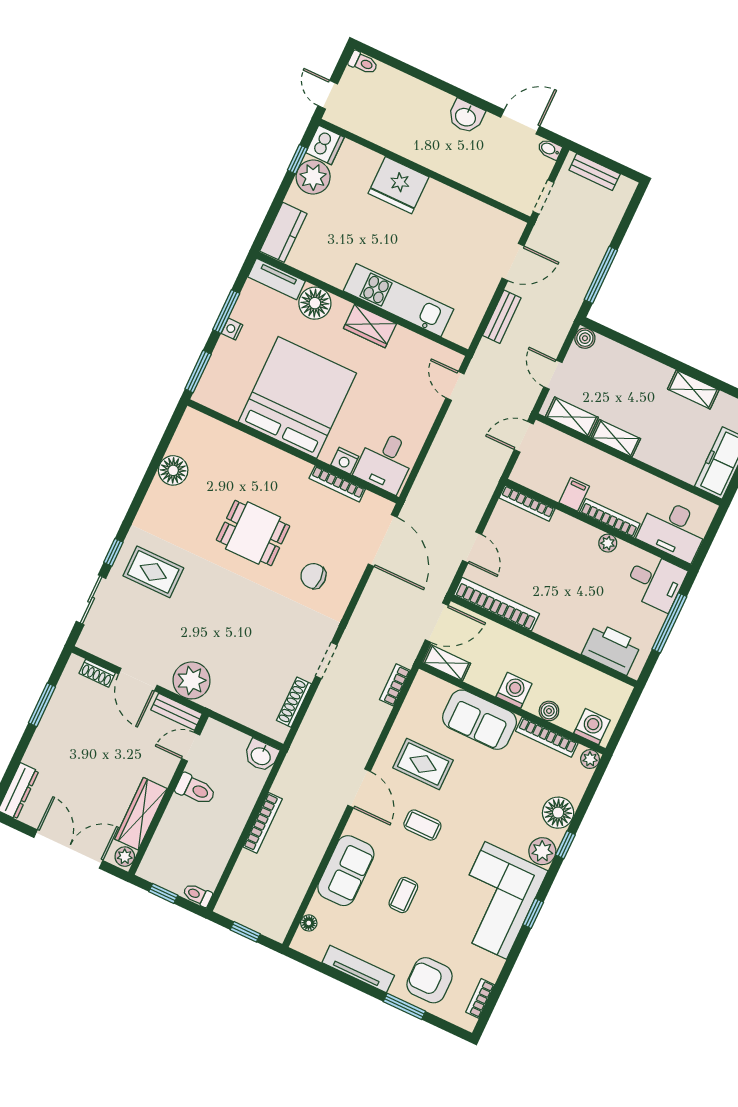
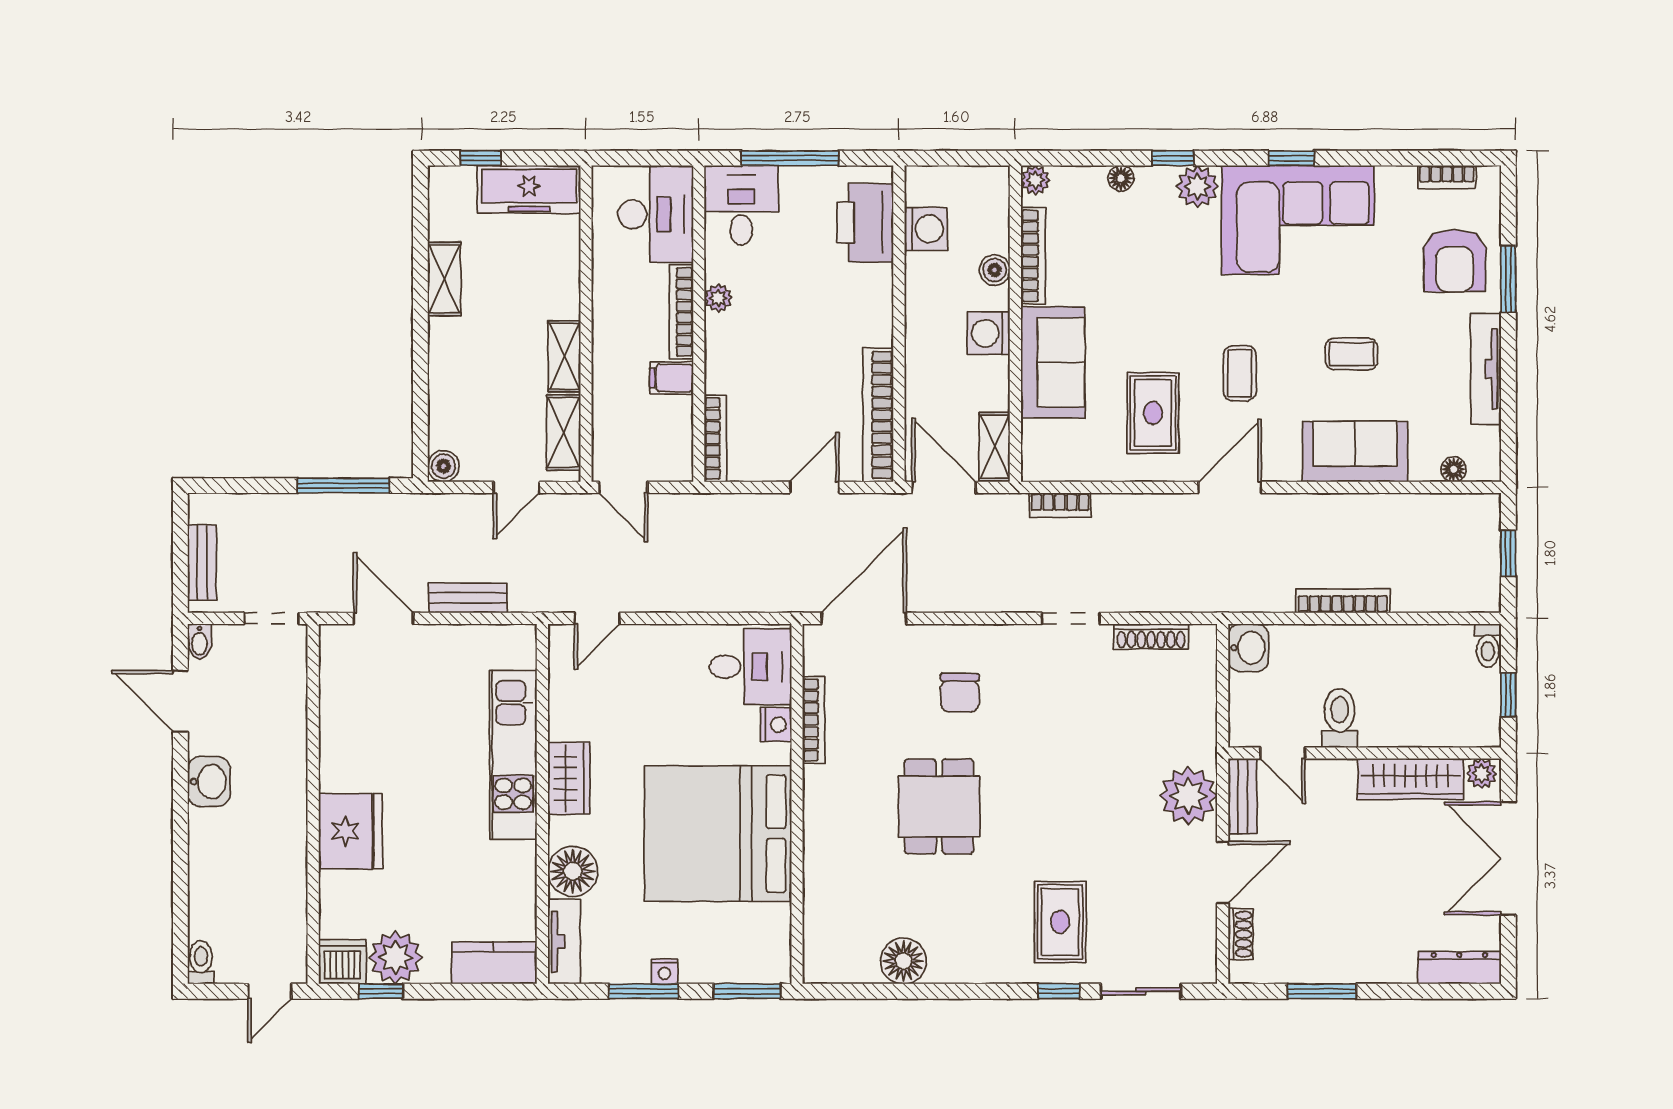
washing machine: (592, 727) -> (926, 229), moved, turned 180
floor lamp: (558, 813) -> (1121, 178), width x0.53, depth x0.53

